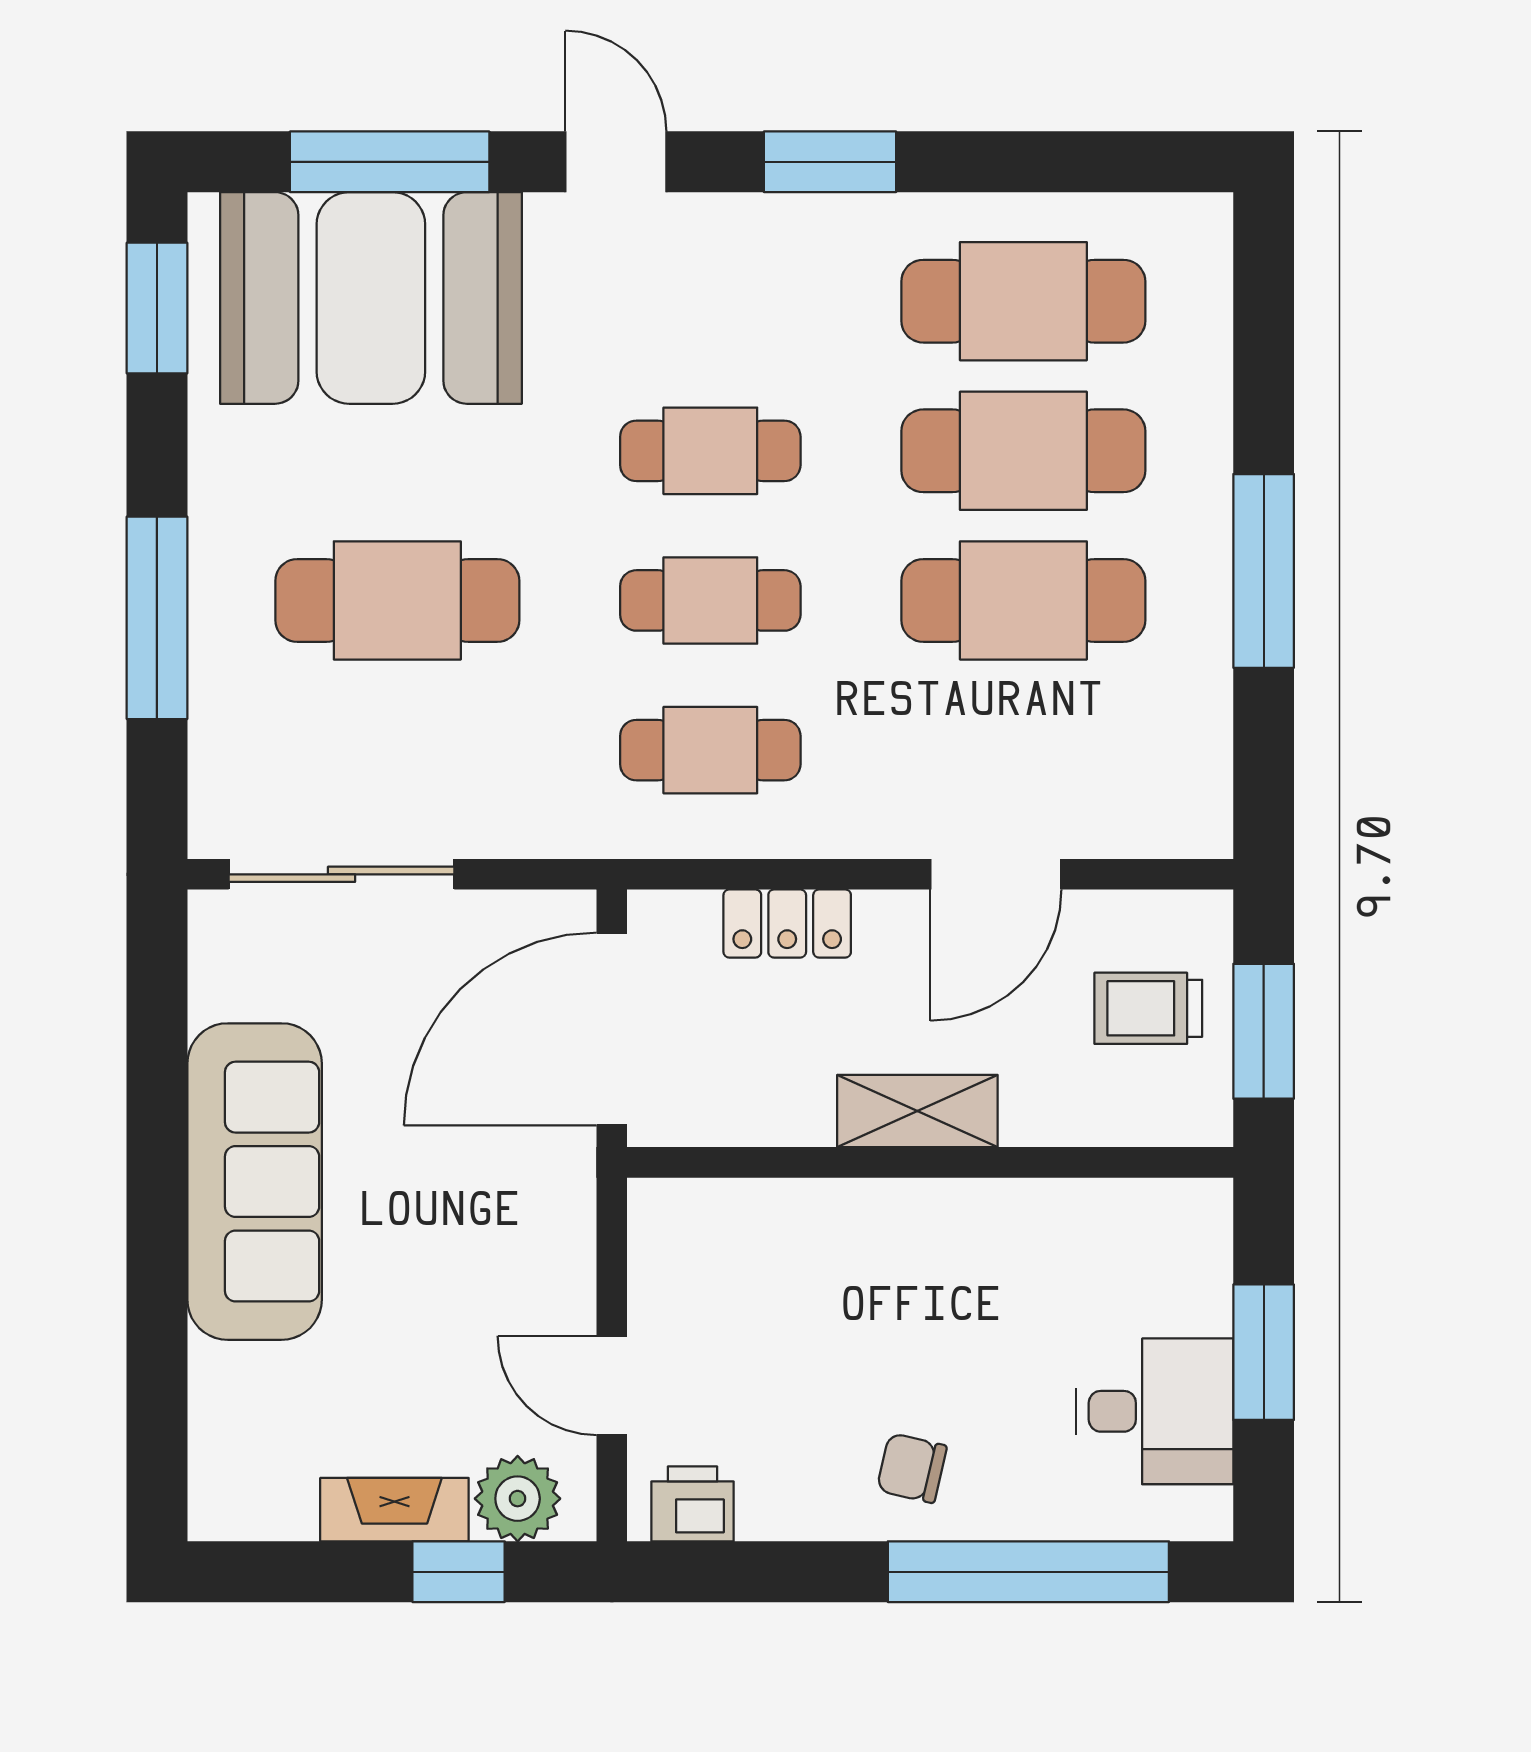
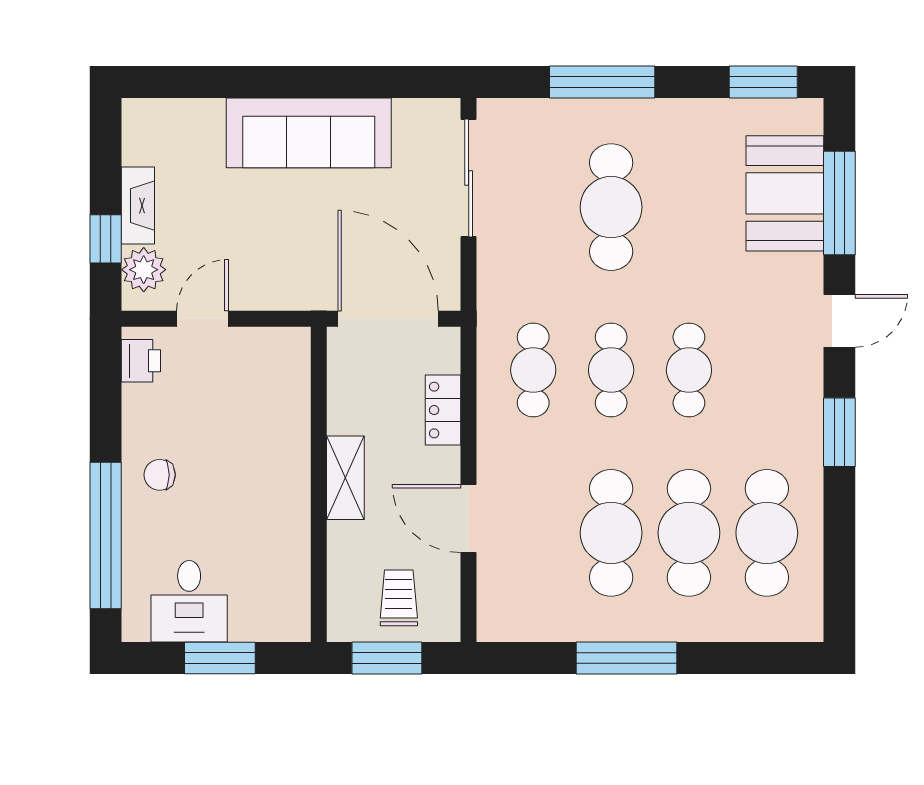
booth: (371, 298) -> (785, 193), width x0.73, depth x0.70
chair: (912, 1468) -> (160, 475), turned -103

